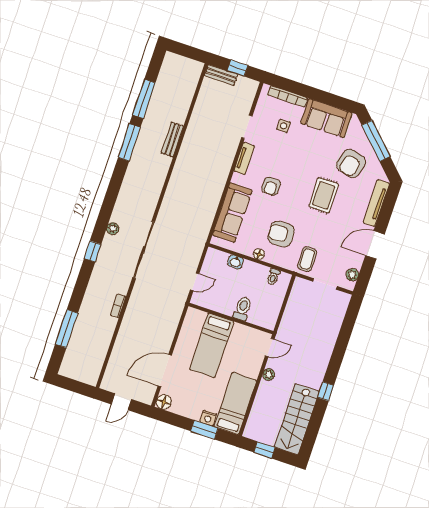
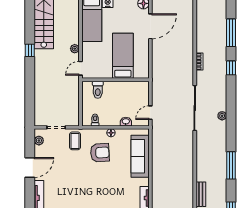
window: (129, 142) -> (231, 165), moved
armchair: (271, 186) -> (119, 184), removed
rug: (324, 195) -> (79, 191), removed
window: (93, 251) -> (231, 68), moved
door: (195, 282) -> (150, 113), moved
toilet: (242, 309) -> (98, 90), moved

